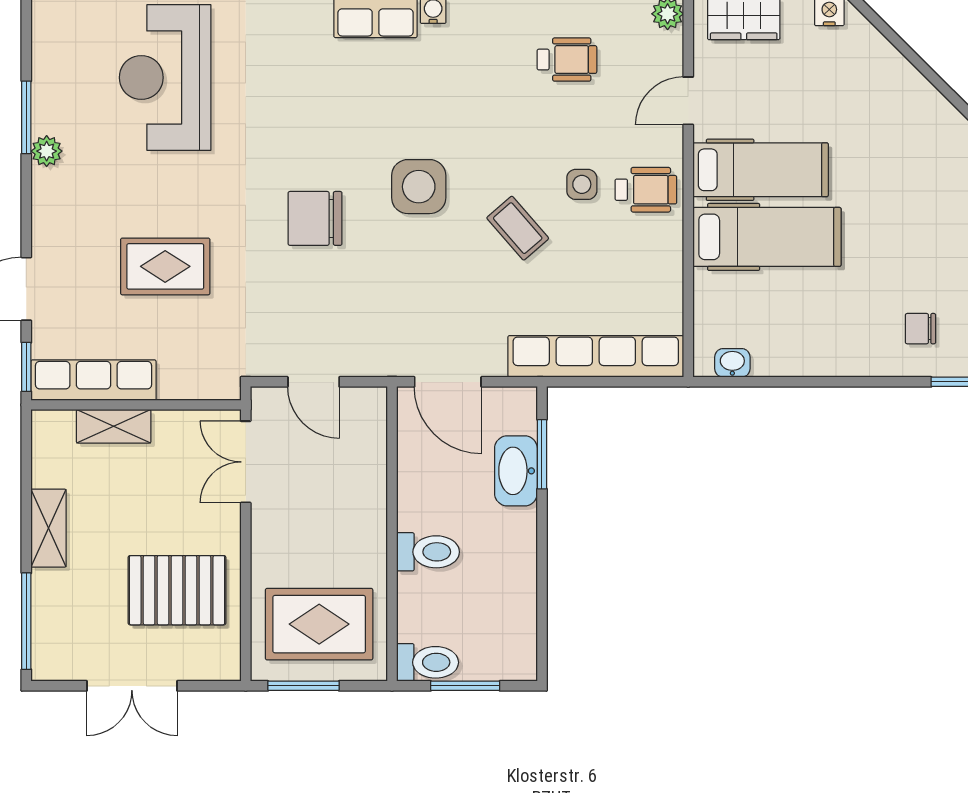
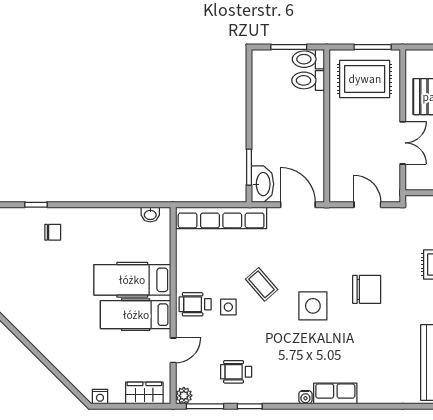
double door: (246, 462) -> (403, 143), moved
washbasin: (516, 471) -> (262, 184), moved
toilet: (428, 552) -> (308, 80), moved

